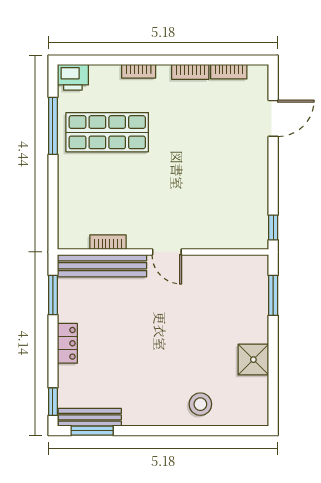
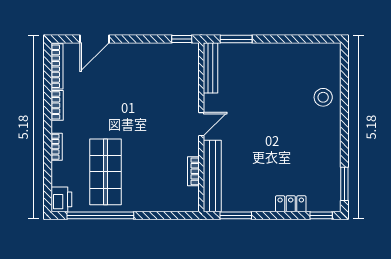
bookcase: (229, 72) -> (57, 66), width x1.56
door: (273, 118) -> (94, 39), swing flipped
window: (53, 126) -> (100, 215), width x1.46
locker: (67, 343) -> (291, 204), moved
shower: (253, 360) -> (287, 55), removed
bench: (90, 417) -> (211, 68), moved

